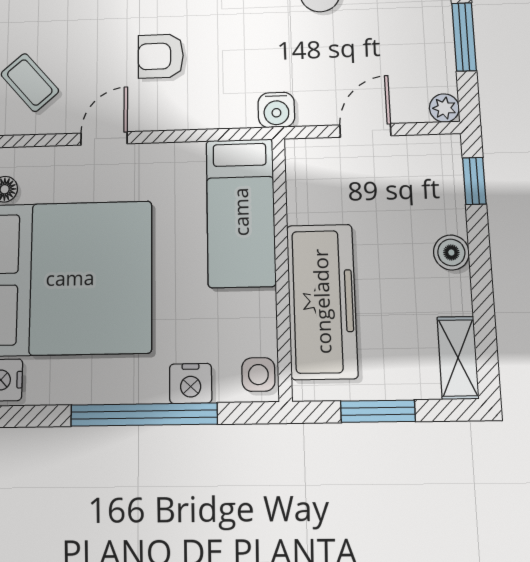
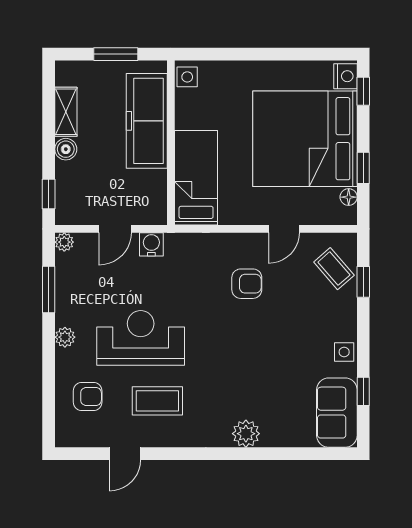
water cooler: (276, 110) -> (151, 244), moved
shelving: (458, 358) -> (66, 112), moved
nightstand: (191, 383) -> (229, 72), removed
window: (144, 415) -> (258, 54), removed

